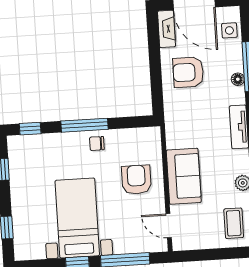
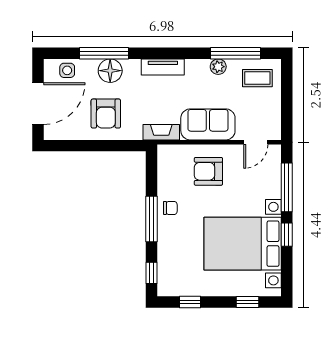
fireplace: (167, 29) -> (161, 132), moved
floor lamp: (238, 79) -> (110, 71), width x1.89, depth x1.89
chair: (97, 143) -> (170, 208), turned -90
bed with nightstands: (77, 218) -> (243, 244), width x1.36

